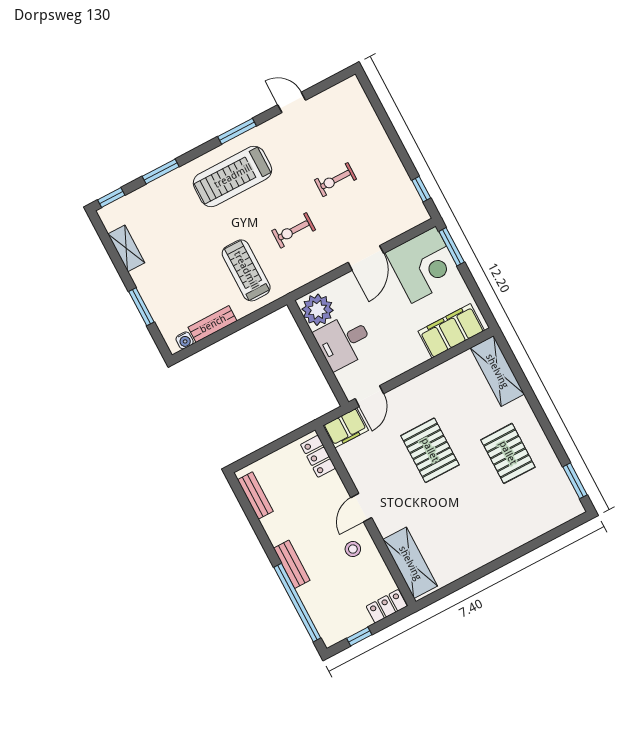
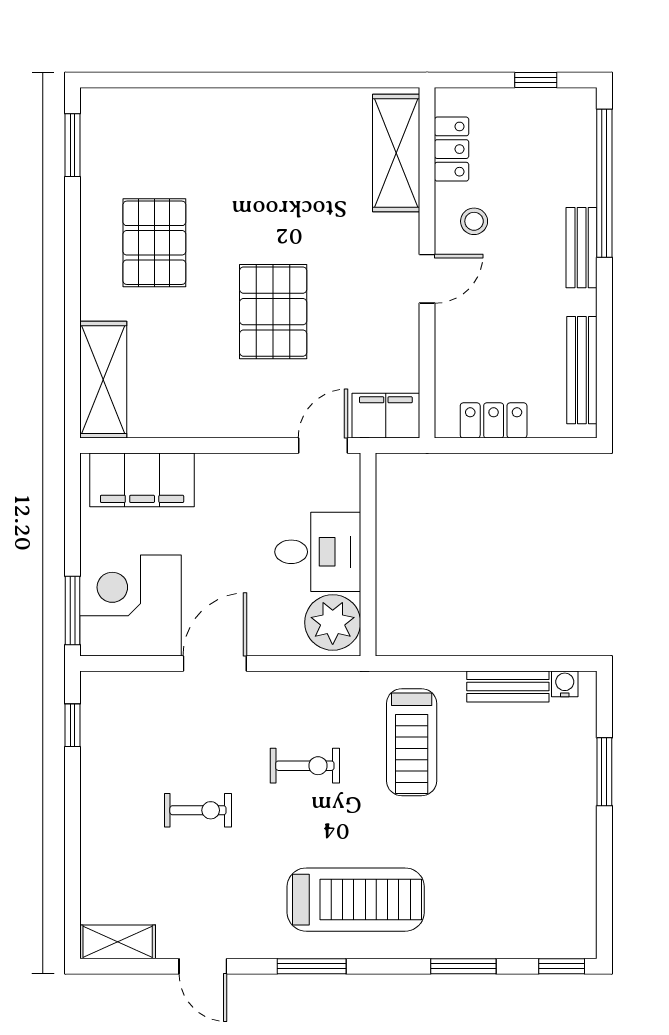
shelving: (126, 248) -> (118, 942), moved, turned 90
locker: (318, 456) -> (494, 420), moved, turned -90
bench: (255, 496) -> (582, 370), width x1.36
locker: (387, 606) -> (452, 149), moved, turned -90

